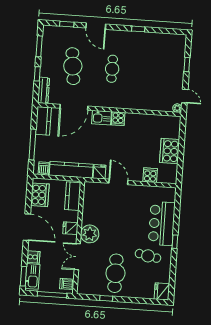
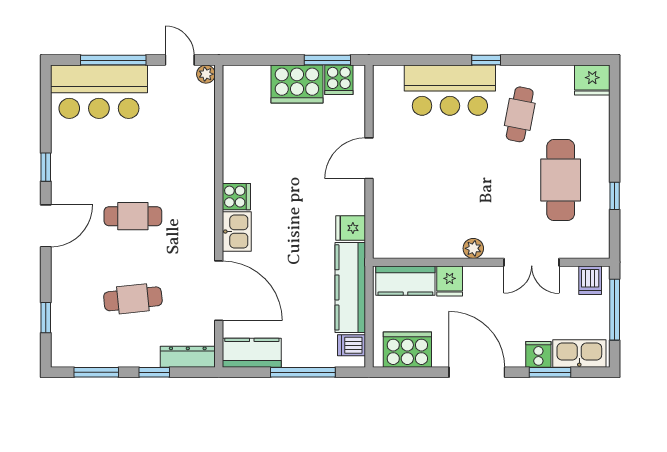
door: (96, 26) -> (46, 226), moved
bar counter: (172, 57) -> (99, 92), added
window: (187, 65) -> (113, 60), width x2.17
cafe table: (73, 66) -> (133, 299), width x0.73, depth x0.74
door: (185, 96) -> (180, 60), hinge flipped
window: (180, 166) -> (327, 60), added
cooker: (150, 175) -> (339, 80), moved, turned -90
door: (118, 182) -> (369, 158), moved
door: (27, 227) -> (477, 372), hinge flipped
fridge: (70, 228) -> (450, 281), moved
plant: (90, 234) -> (473, 248), width x0.53, depth x0.53
cafe table: (115, 273) -> (561, 180), turned 90
window: (23, 276) -> (550, 372), moved

